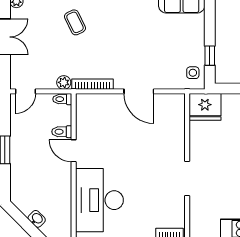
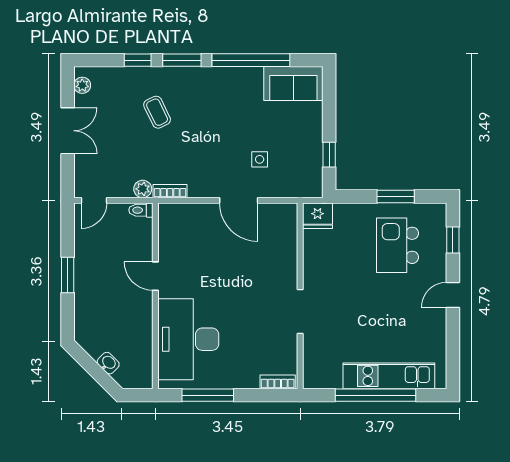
side table: (193, 73) -> (260, 159), moved
bookcase: (93, 84) -> (170, 191), width x0.64
fridge: (205, 107) -> (318, 216), width x0.73, depth x0.75
toilet: (62, 132) -> (140, 252), removed

